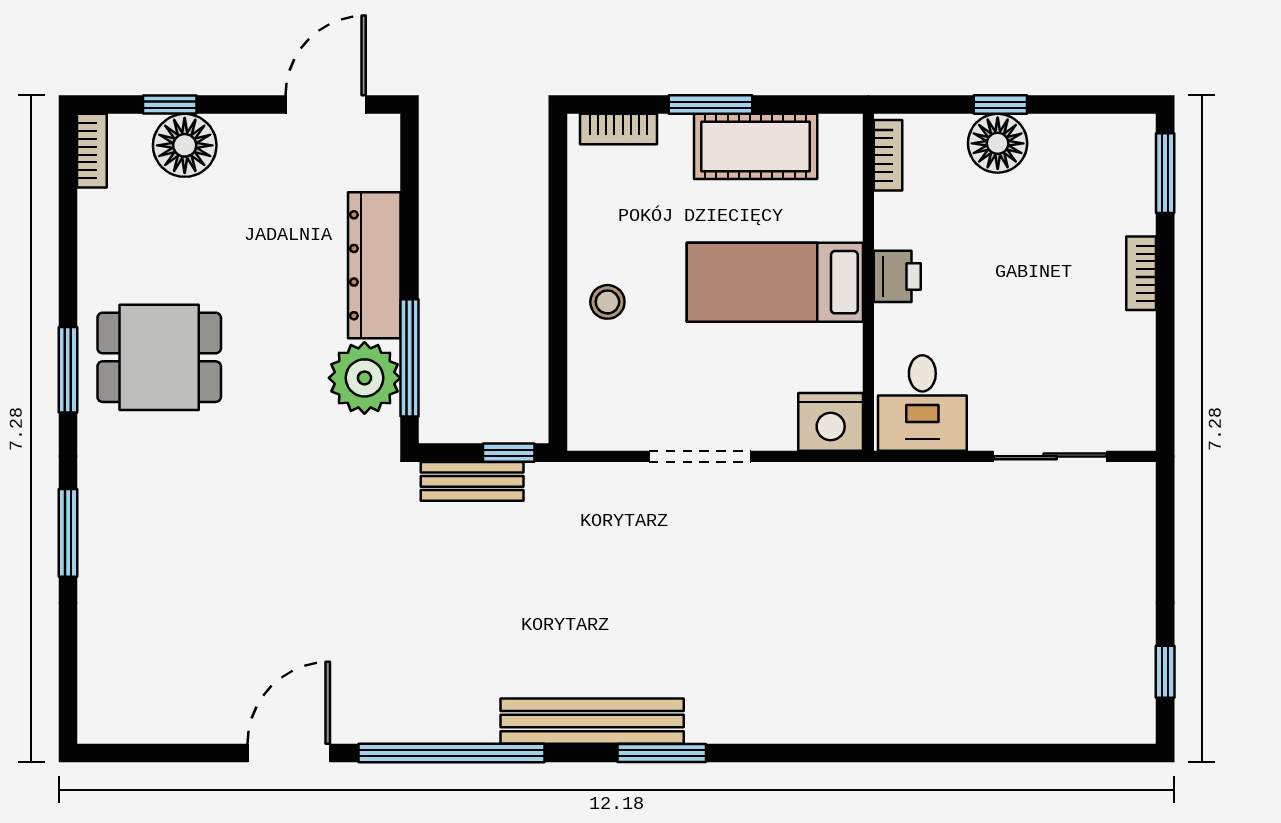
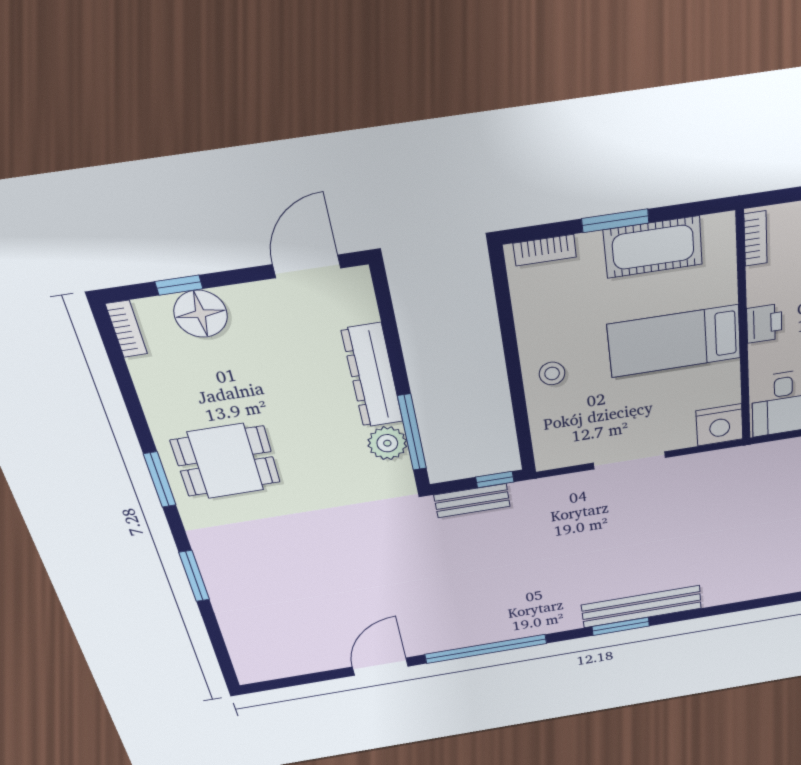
plant: (364, 378) -> (387, 443), width x0.73, depth x0.73
bench: (592, 721) -> (642, 607), moved

